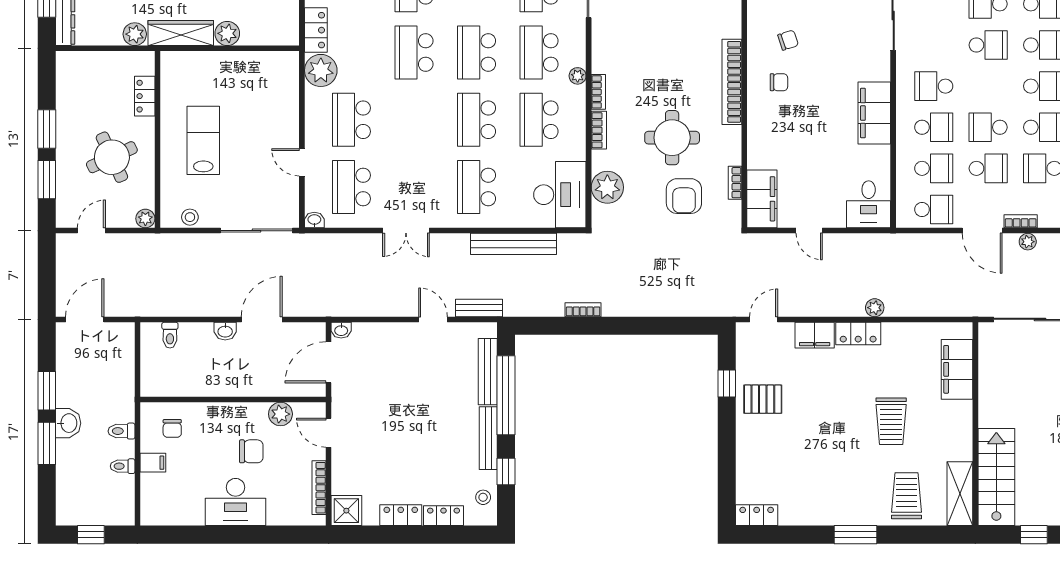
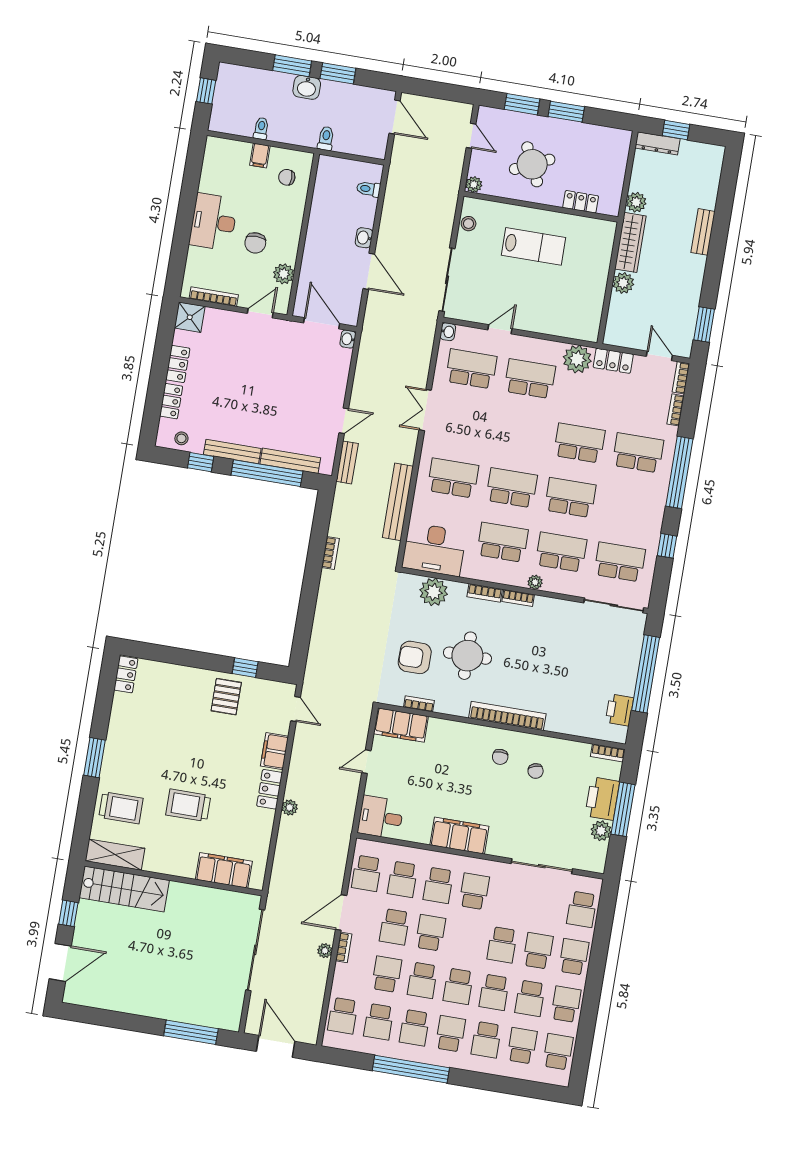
toilet: (121, 431) -> (326, 138), moved

